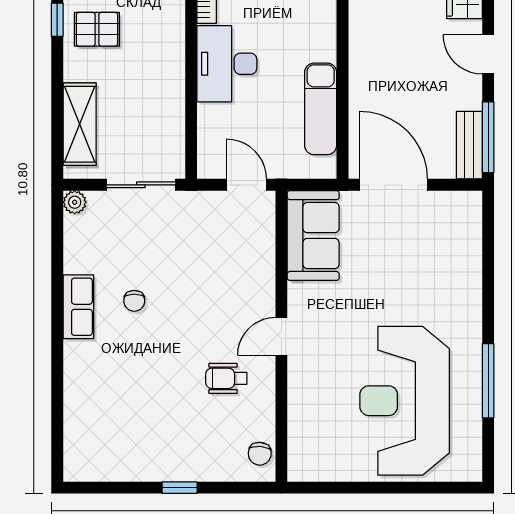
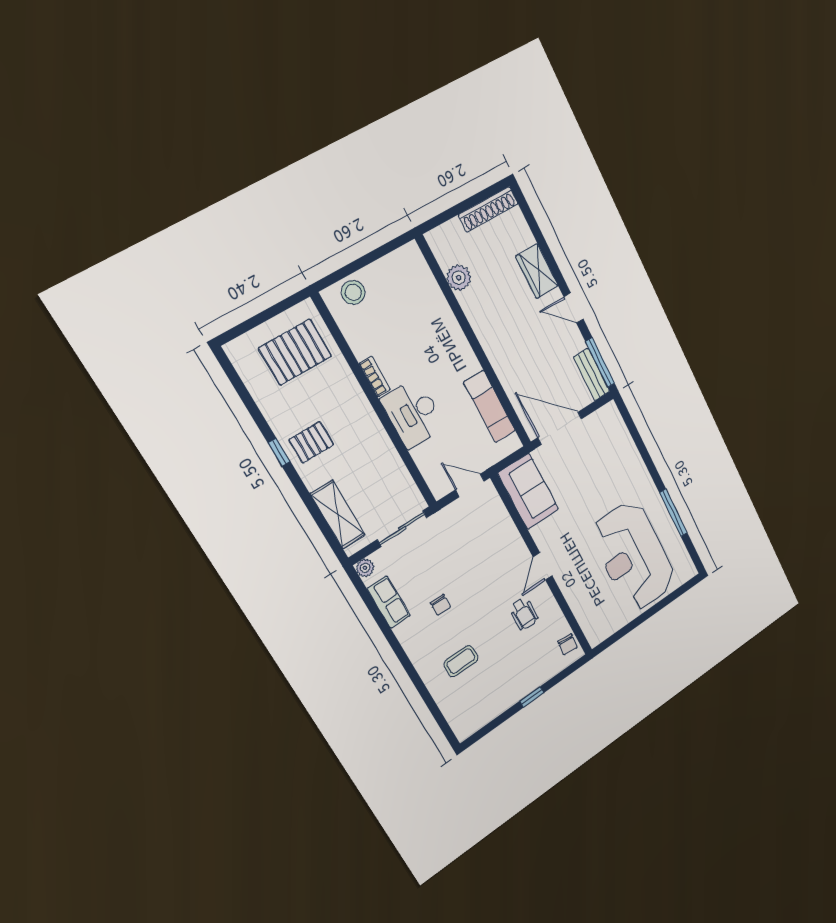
row of seats: (78, 307) -> (389, 602), moved
wheelchair: (226, 378) -> (524, 614), turned -90
coffee table: (120, 383) -> (461, 661), added

